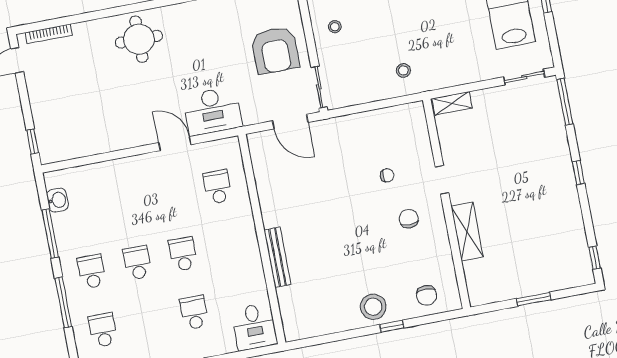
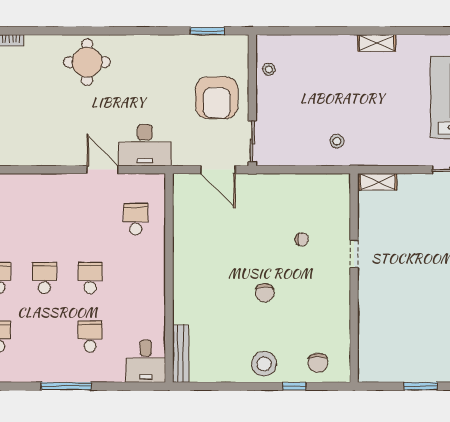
stool: (335, 27) -> (269, 69), moved
chair: (409, 219) -> (265, 293), moved, turned 180
shelving: (467, 232) -> (369, 309), removed
bench: (277, 257) -> (181, 354), moved
window: (392, 326) -> (294, 386), moved

